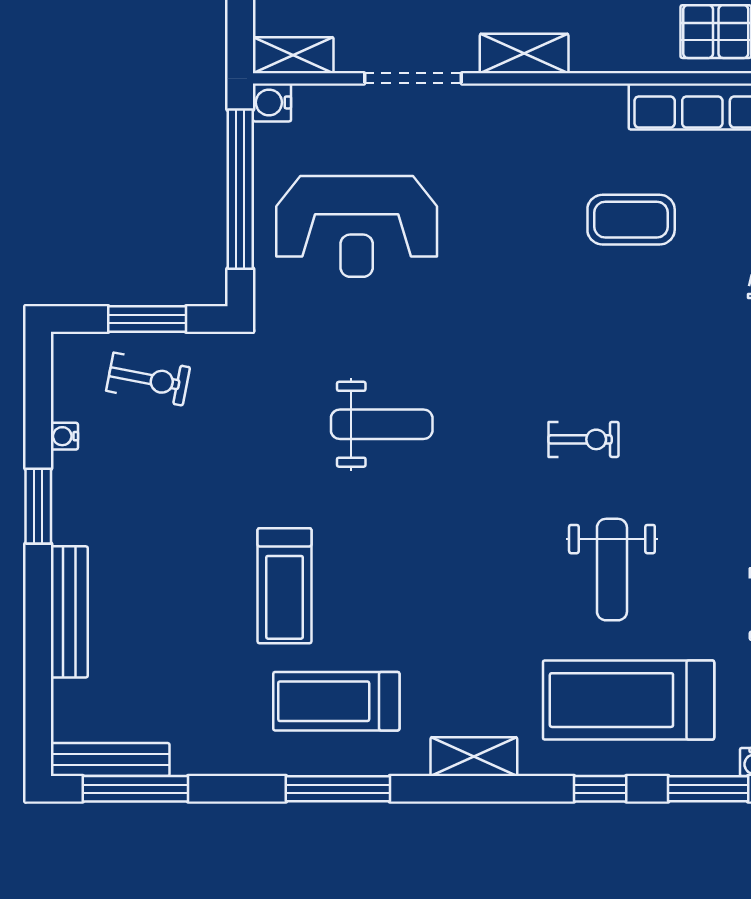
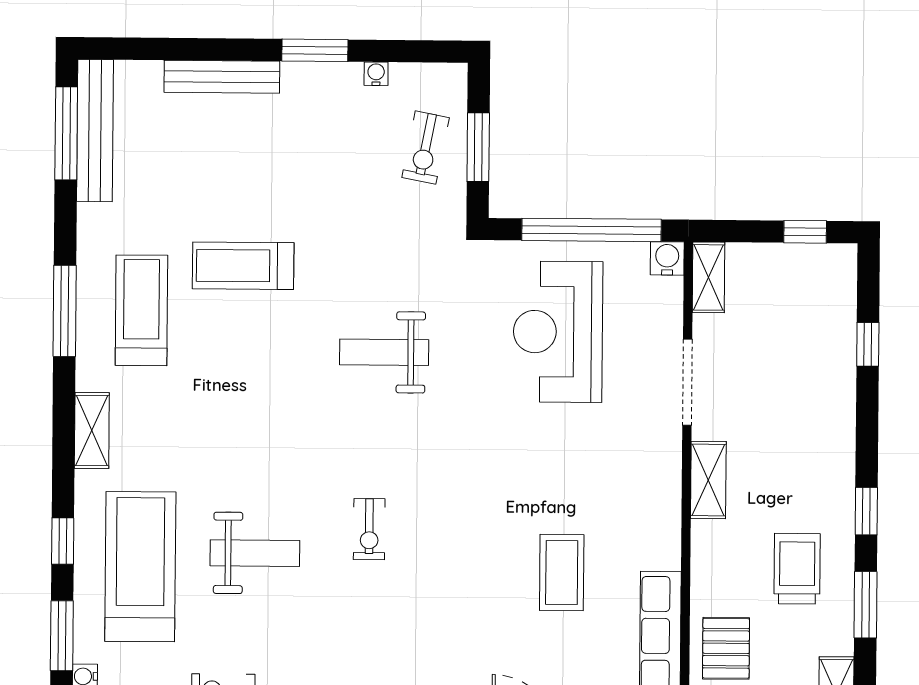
weight bench: (382, 424) -> (384, 352), turned 90
weight bench: (612, 570) -> (255, 553), turned 180
bench: (110, 760) -> (95, 131), width x1.37, depth x1.21

